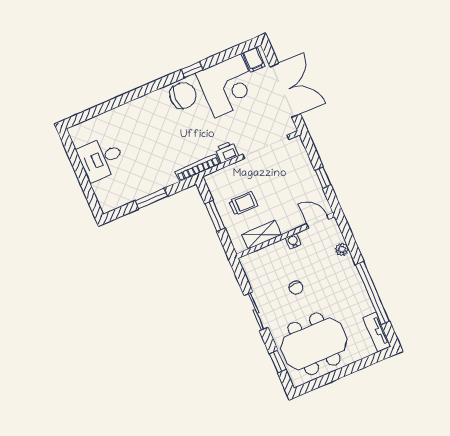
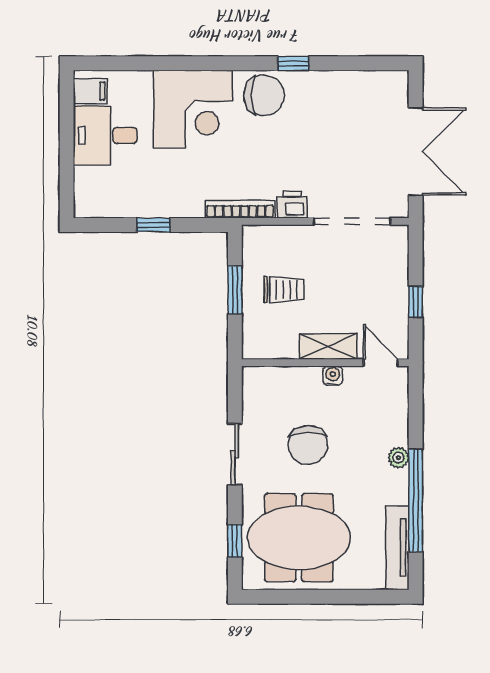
filing cabinet: (254, 59) -> (90, 91), moved, turned -90
corner desk: (228, 86) -> (193, 109), moved
window: (151, 199) -> (153, 225), width x0.67
shelving: (262, 235) -> (328, 346), moved
plant: (342, 249) -> (398, 458), moved
chair: (296, 288) -> (308, 445), width x1.87, depth x1.87
tv unit: (377, 332) -> (397, 548), width x1.41

